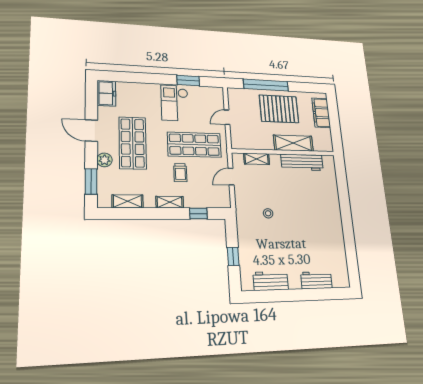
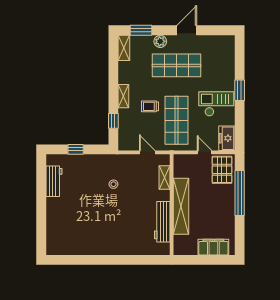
window: (188, 81) -> (240, 90), moved
freezer: (106, 93) -> (227, 138), moved, turned 90
pallet: (279, 109) -> (222, 170), moved, width x0.73, depth x0.71
shelving: (293, 143) -> (181, 206), width x1.47
shelving: (128, 201) -> (124, 48), moved
workbench: (316, 280) -> (53, 223), removed

